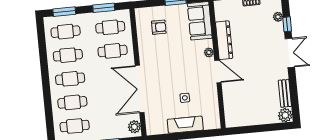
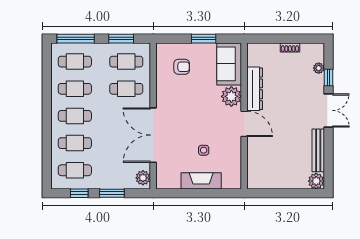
window: (64, 12) -> (76, 39), width x1.44
plant: (209, 52) -> (231, 96), width x1.88, depth x1.88
bench: (285, 93) -> (318, 150), width x1.36

